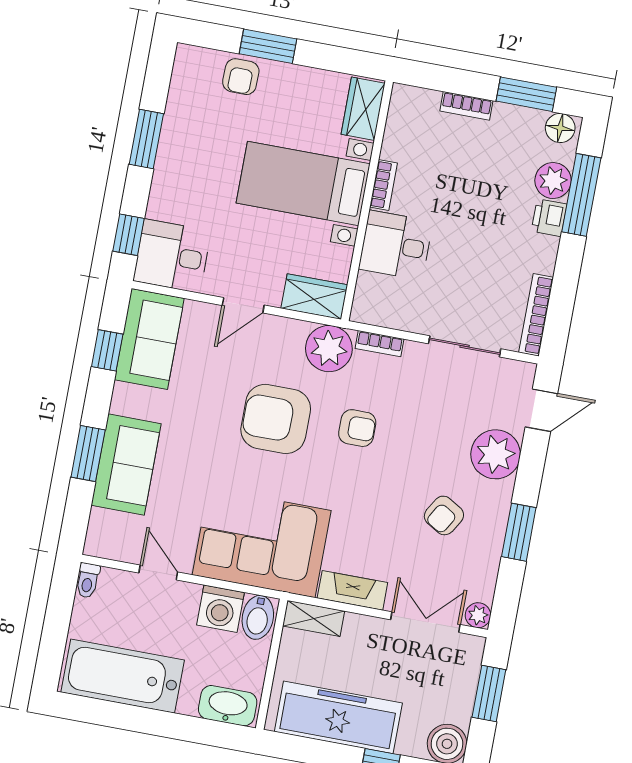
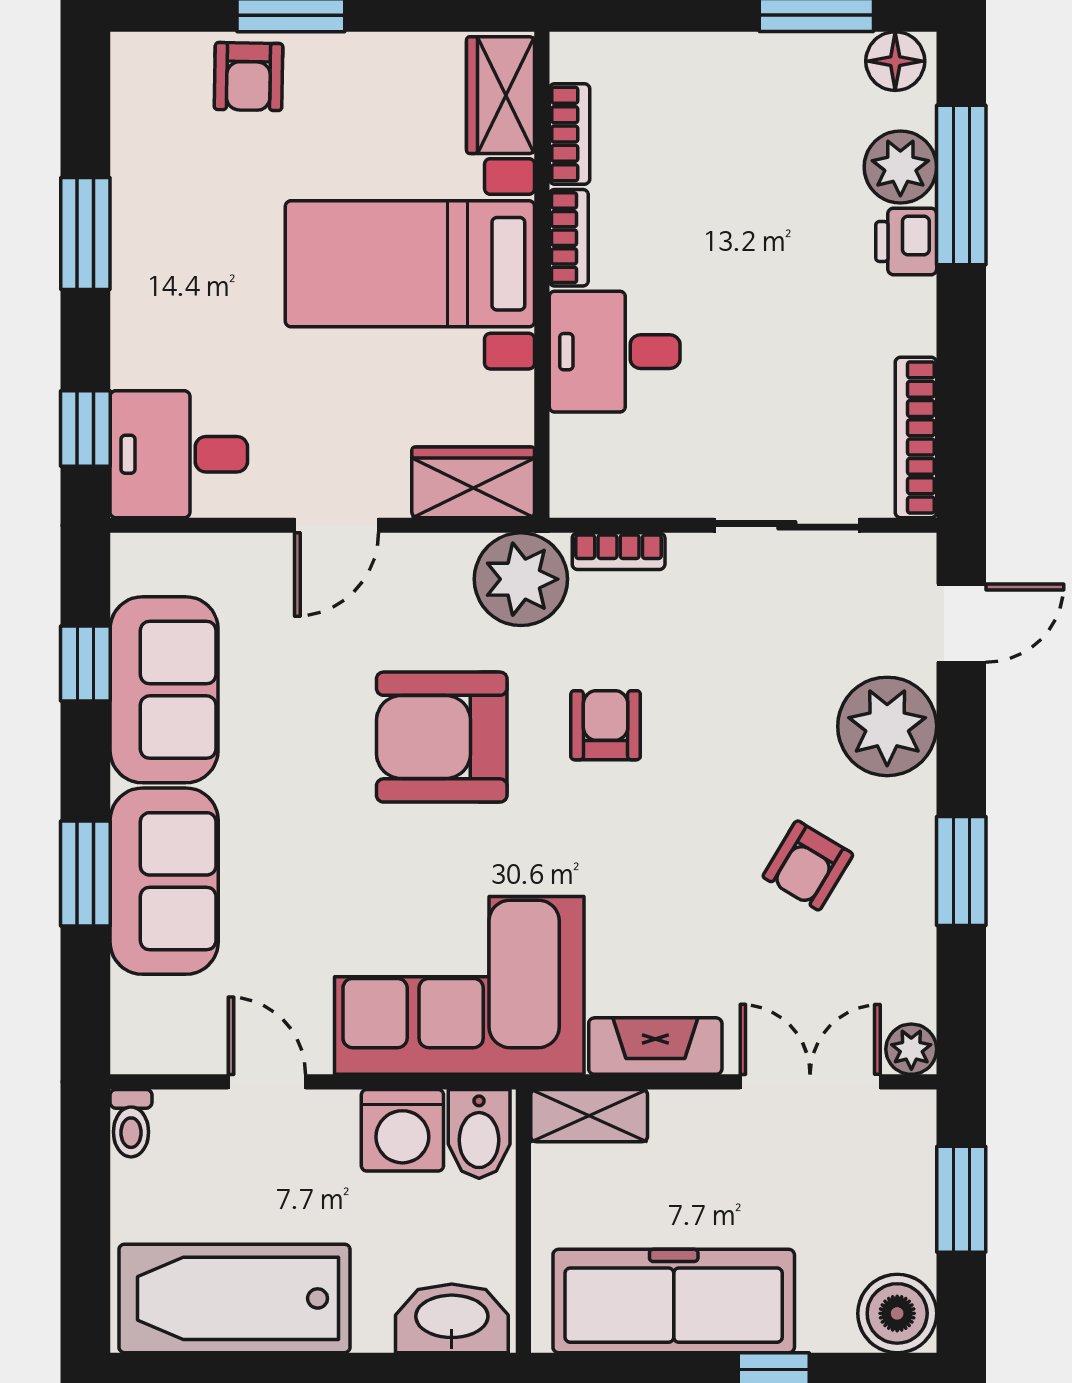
bookcase: (466, 106) -> (569, 134), moved, turned -90
sofa: (149, 339) -> (164, 690), moved
armchair: (357, 428) -> (606, 725), turned -90

